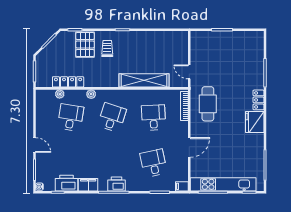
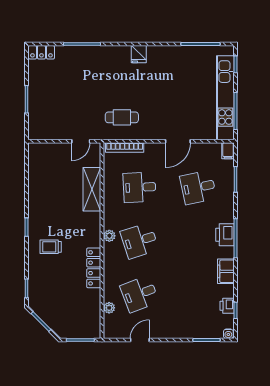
pallet: (85, 45) -> (46, 275), removed
shelving: (144, 80) -> (92, 189), width x0.68
locker: (68, 82) -> (94, 268), moved
plant: (91, 94) -> (109, 236), moved
locker: (259, 100) -> (41, 52), moved
cafe table: (208, 104) -> (122, 117), width x0.73, depth x0.74
desk: (70, 118) -> (139, 294), turned -30
desk: (112, 118) -> (139, 241), turned -36
fridge: (255, 122) -> (139, 54), width x0.53, depth x0.75
door: (35, 145) -> (140, 340), moved
door: (189, 147) -> (178, 141), swing flipped
printer: (66, 183) -> (227, 306), width x0.53, depth x0.68

